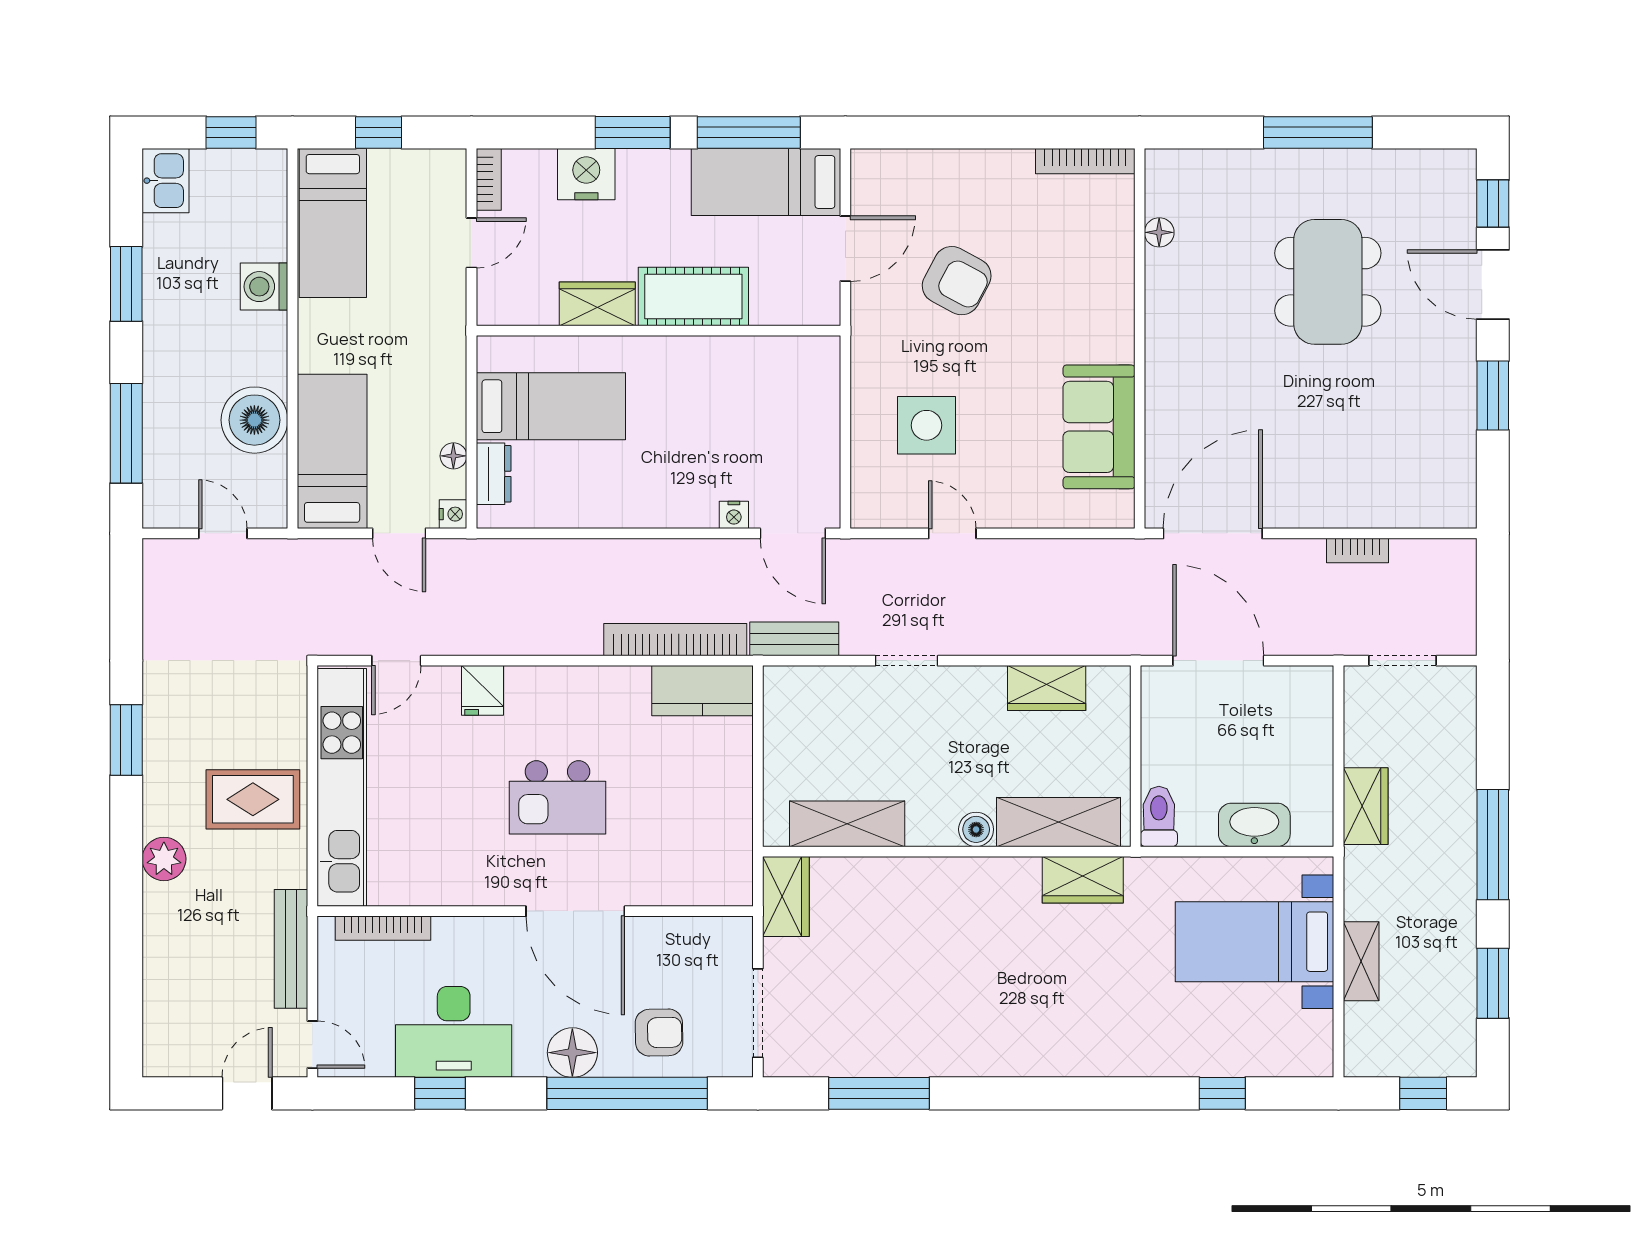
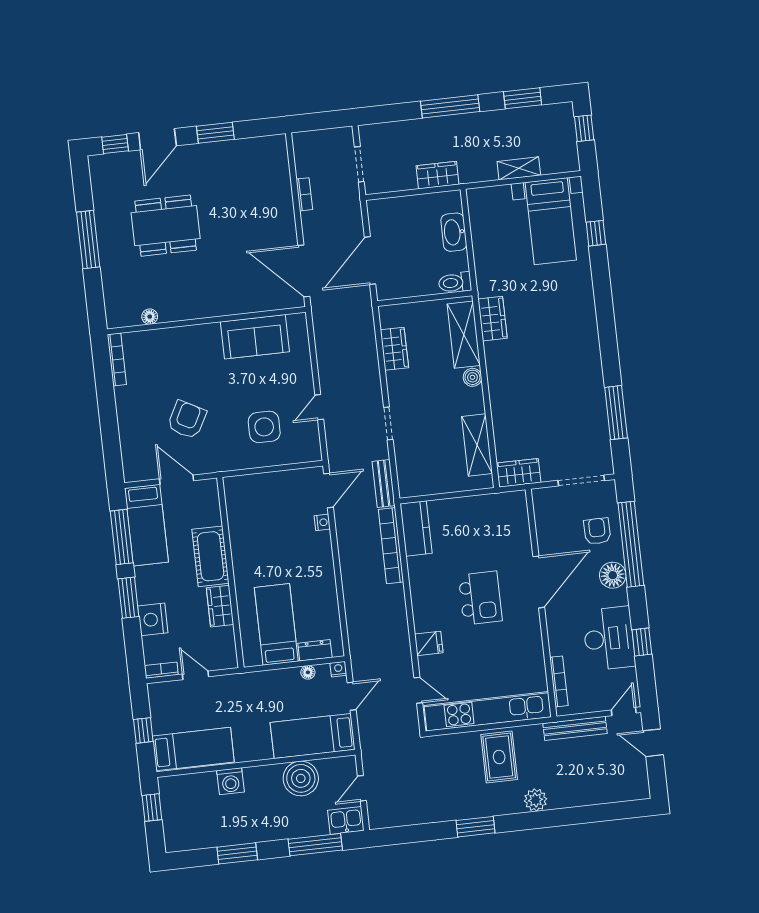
kitchen sink: (166, 181) -> (346, 820), moved
bed with nightstands: (1255, 942) -> (551, 221), moved

